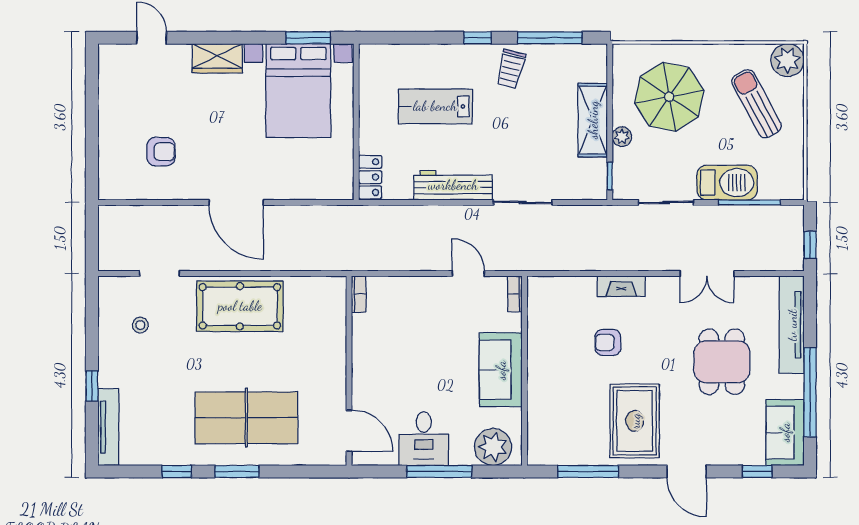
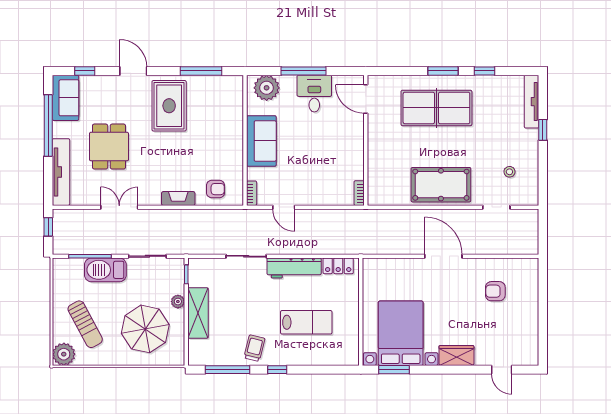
locker: (370, 177) -> (338, 266), moved, turned -90
armchair: (608, 342) -> (216, 189), moved

